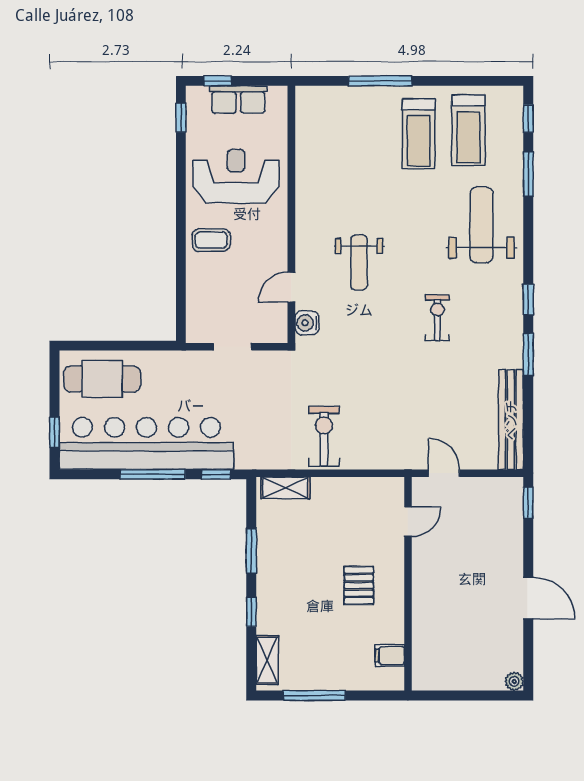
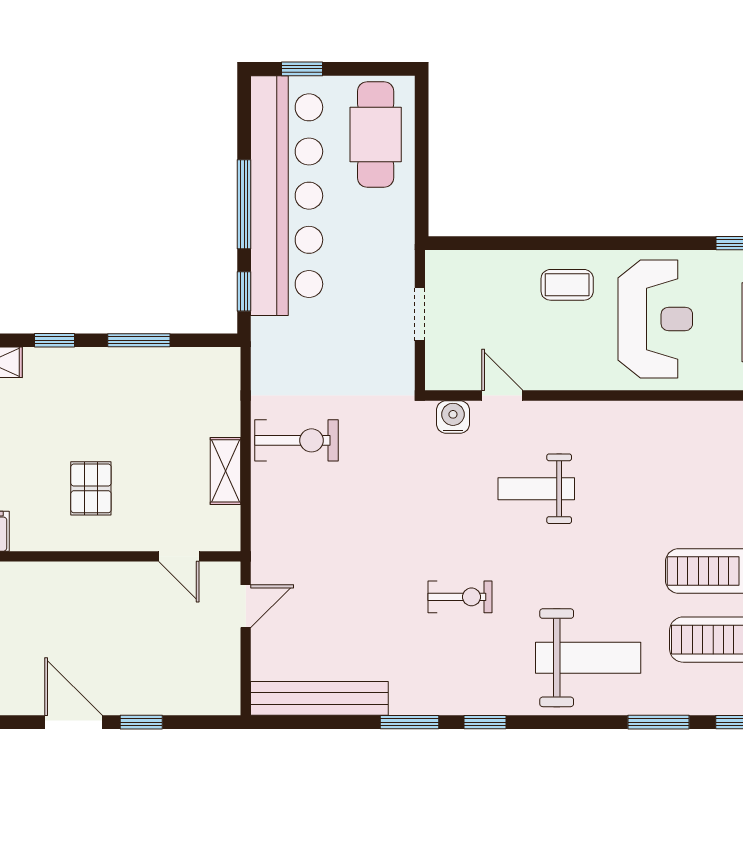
coffee table: (211, 240) -> (567, 285), turned 90
shelving: (285, 488) -> (226, 471), moved
window: (528, 503) -> (141, 722), moved
pallet: (359, 585) -> (91, 488), turned 90
door: (528, 598) -> (73, 722), swing flipped

